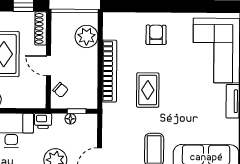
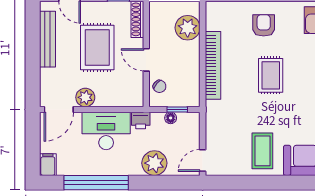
rug: (148, 90) -> (271, 75), moved

